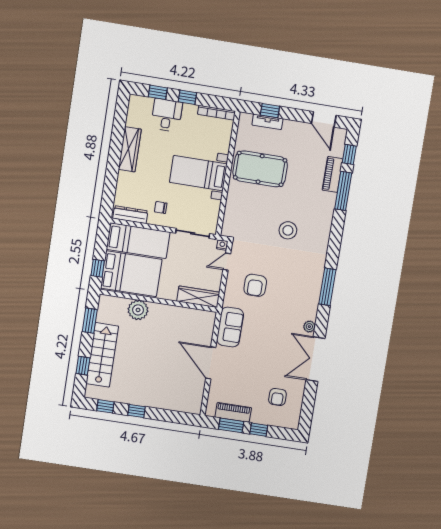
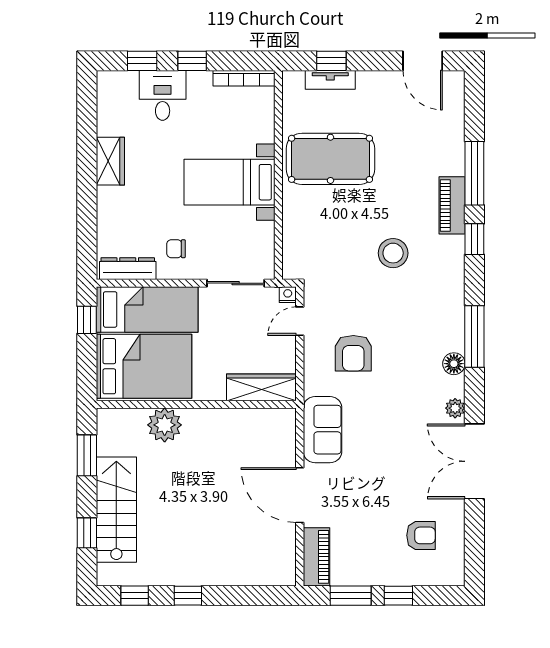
wardrobe: (130, 149) -> (110, 161), width x0.67
window: (349, 154) -> (474, 239), moved
piano: (333, 174) -> (452, 205), moved
window: (98, 268) -> (87, 320), moved
floor lamp: (313, 301) -> (454, 364), added
armchair: (277, 397) -> (421, 535), turned -90
piano: (233, 412) -> (316, 557), moved, turned 90

